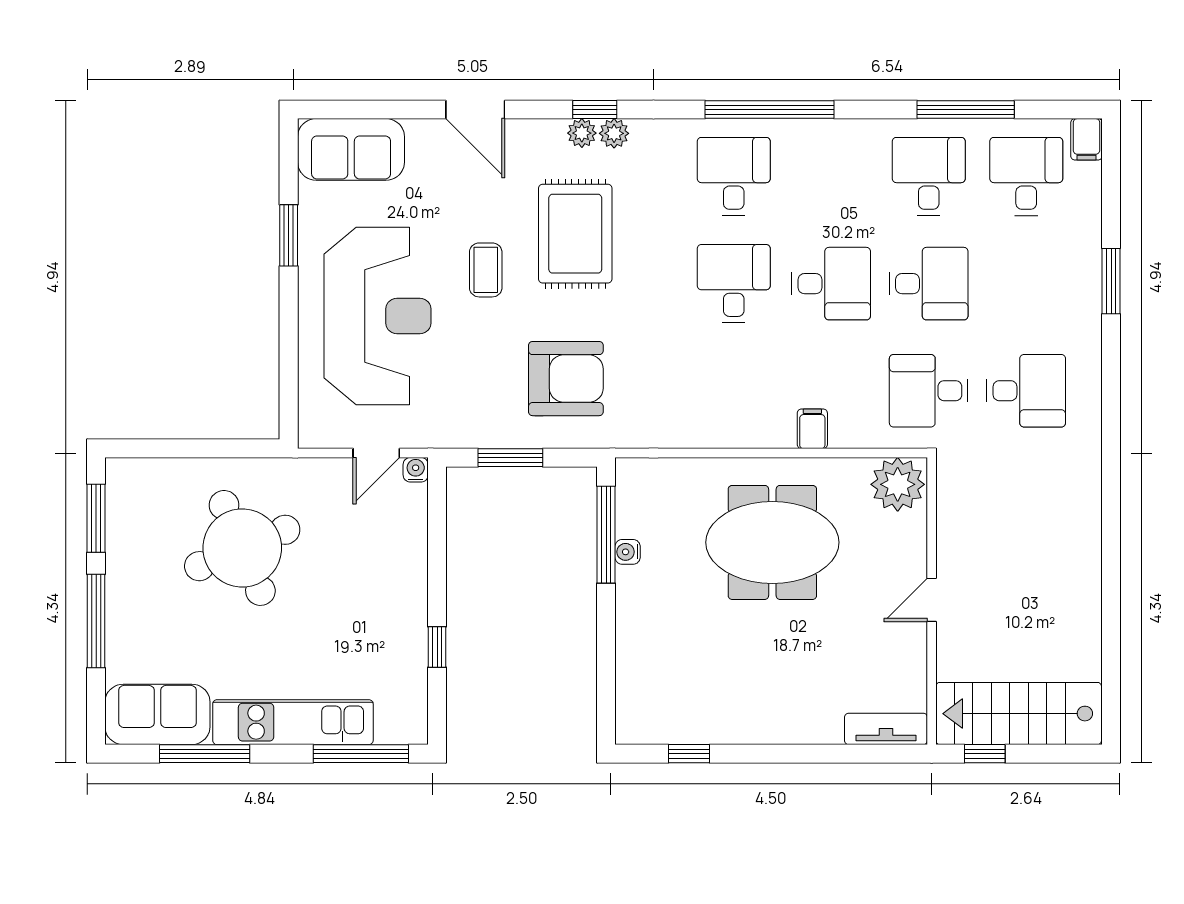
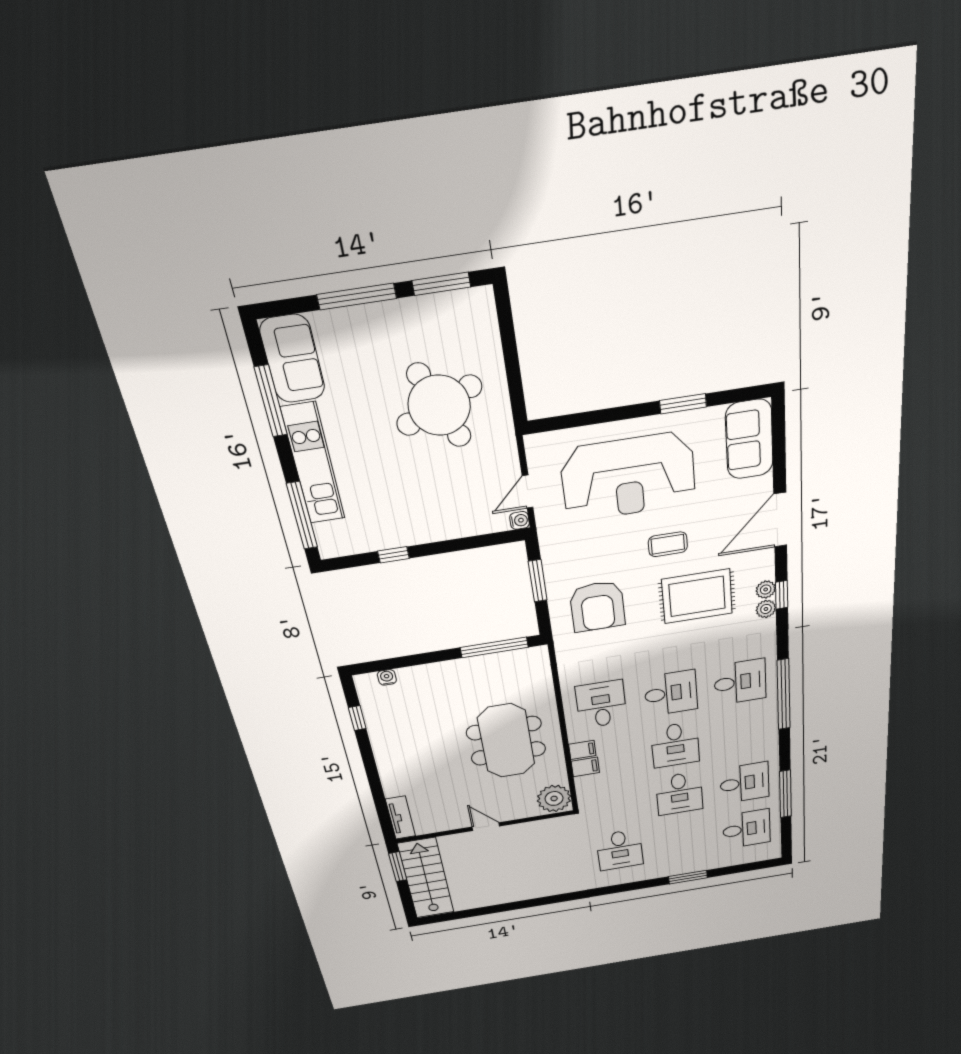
door: (475, 110) -> (780, 520), width x1.36
filing cabinet: (1086, 139) -> (585, 767), moved, turned 180
desk: (929, 391) -> (601, 704), moved
door: (376, 453) -> (528, 492), hinge flipped
water cooler: (628, 552) -> (387, 677), moved
window: (985, 754) -> (398, 867), width x1.50

